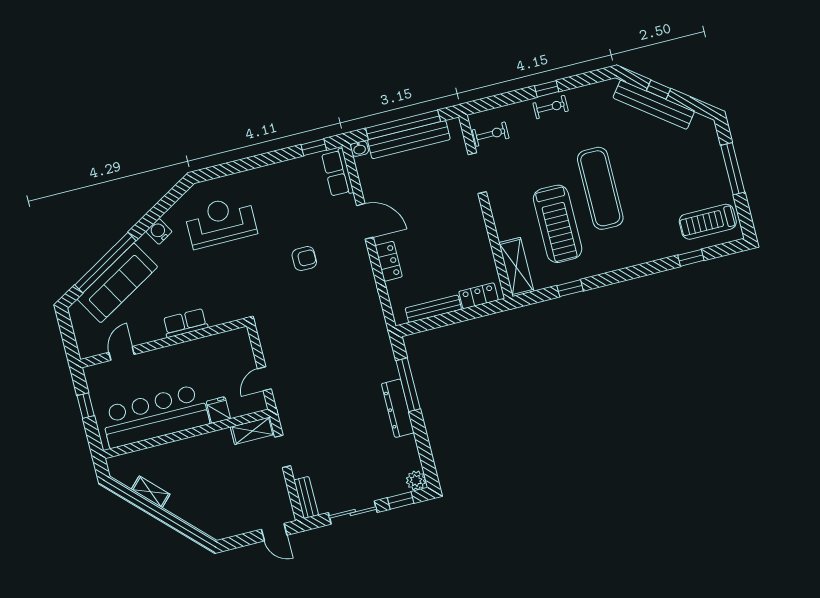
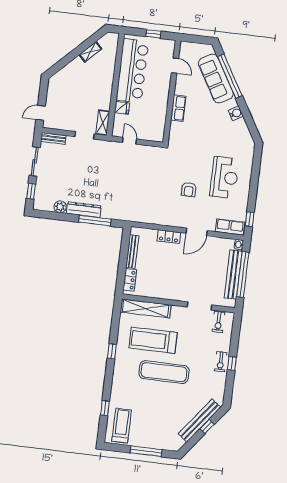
reception desk: (221, 222) -> (224, 178), moved
shelving: (516, 267) -> (146, 308), width x1.47
window: (570, 288) -> (112, 351), moved
plant: (416, 480) -> (60, 207), moved

